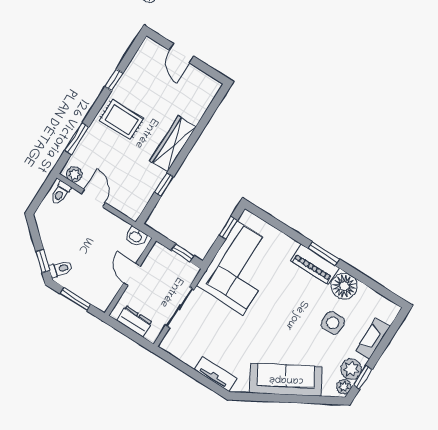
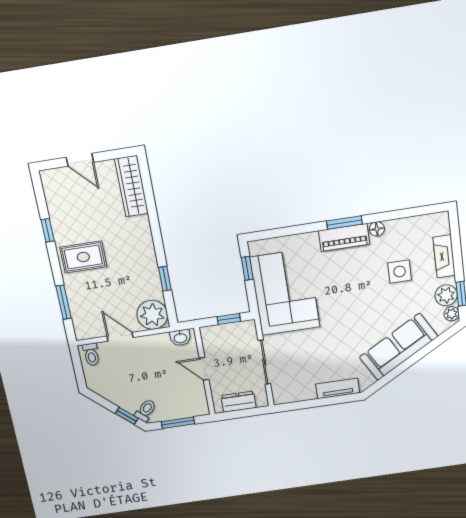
wardrobe: (173, 144) -> (132, 186), moved
plant: (74, 174) -> (152, 315), moved, width x1.88, depth x1.88
floor lamp: (344, 286) -> (377, 229), width x0.53, depth x0.53

